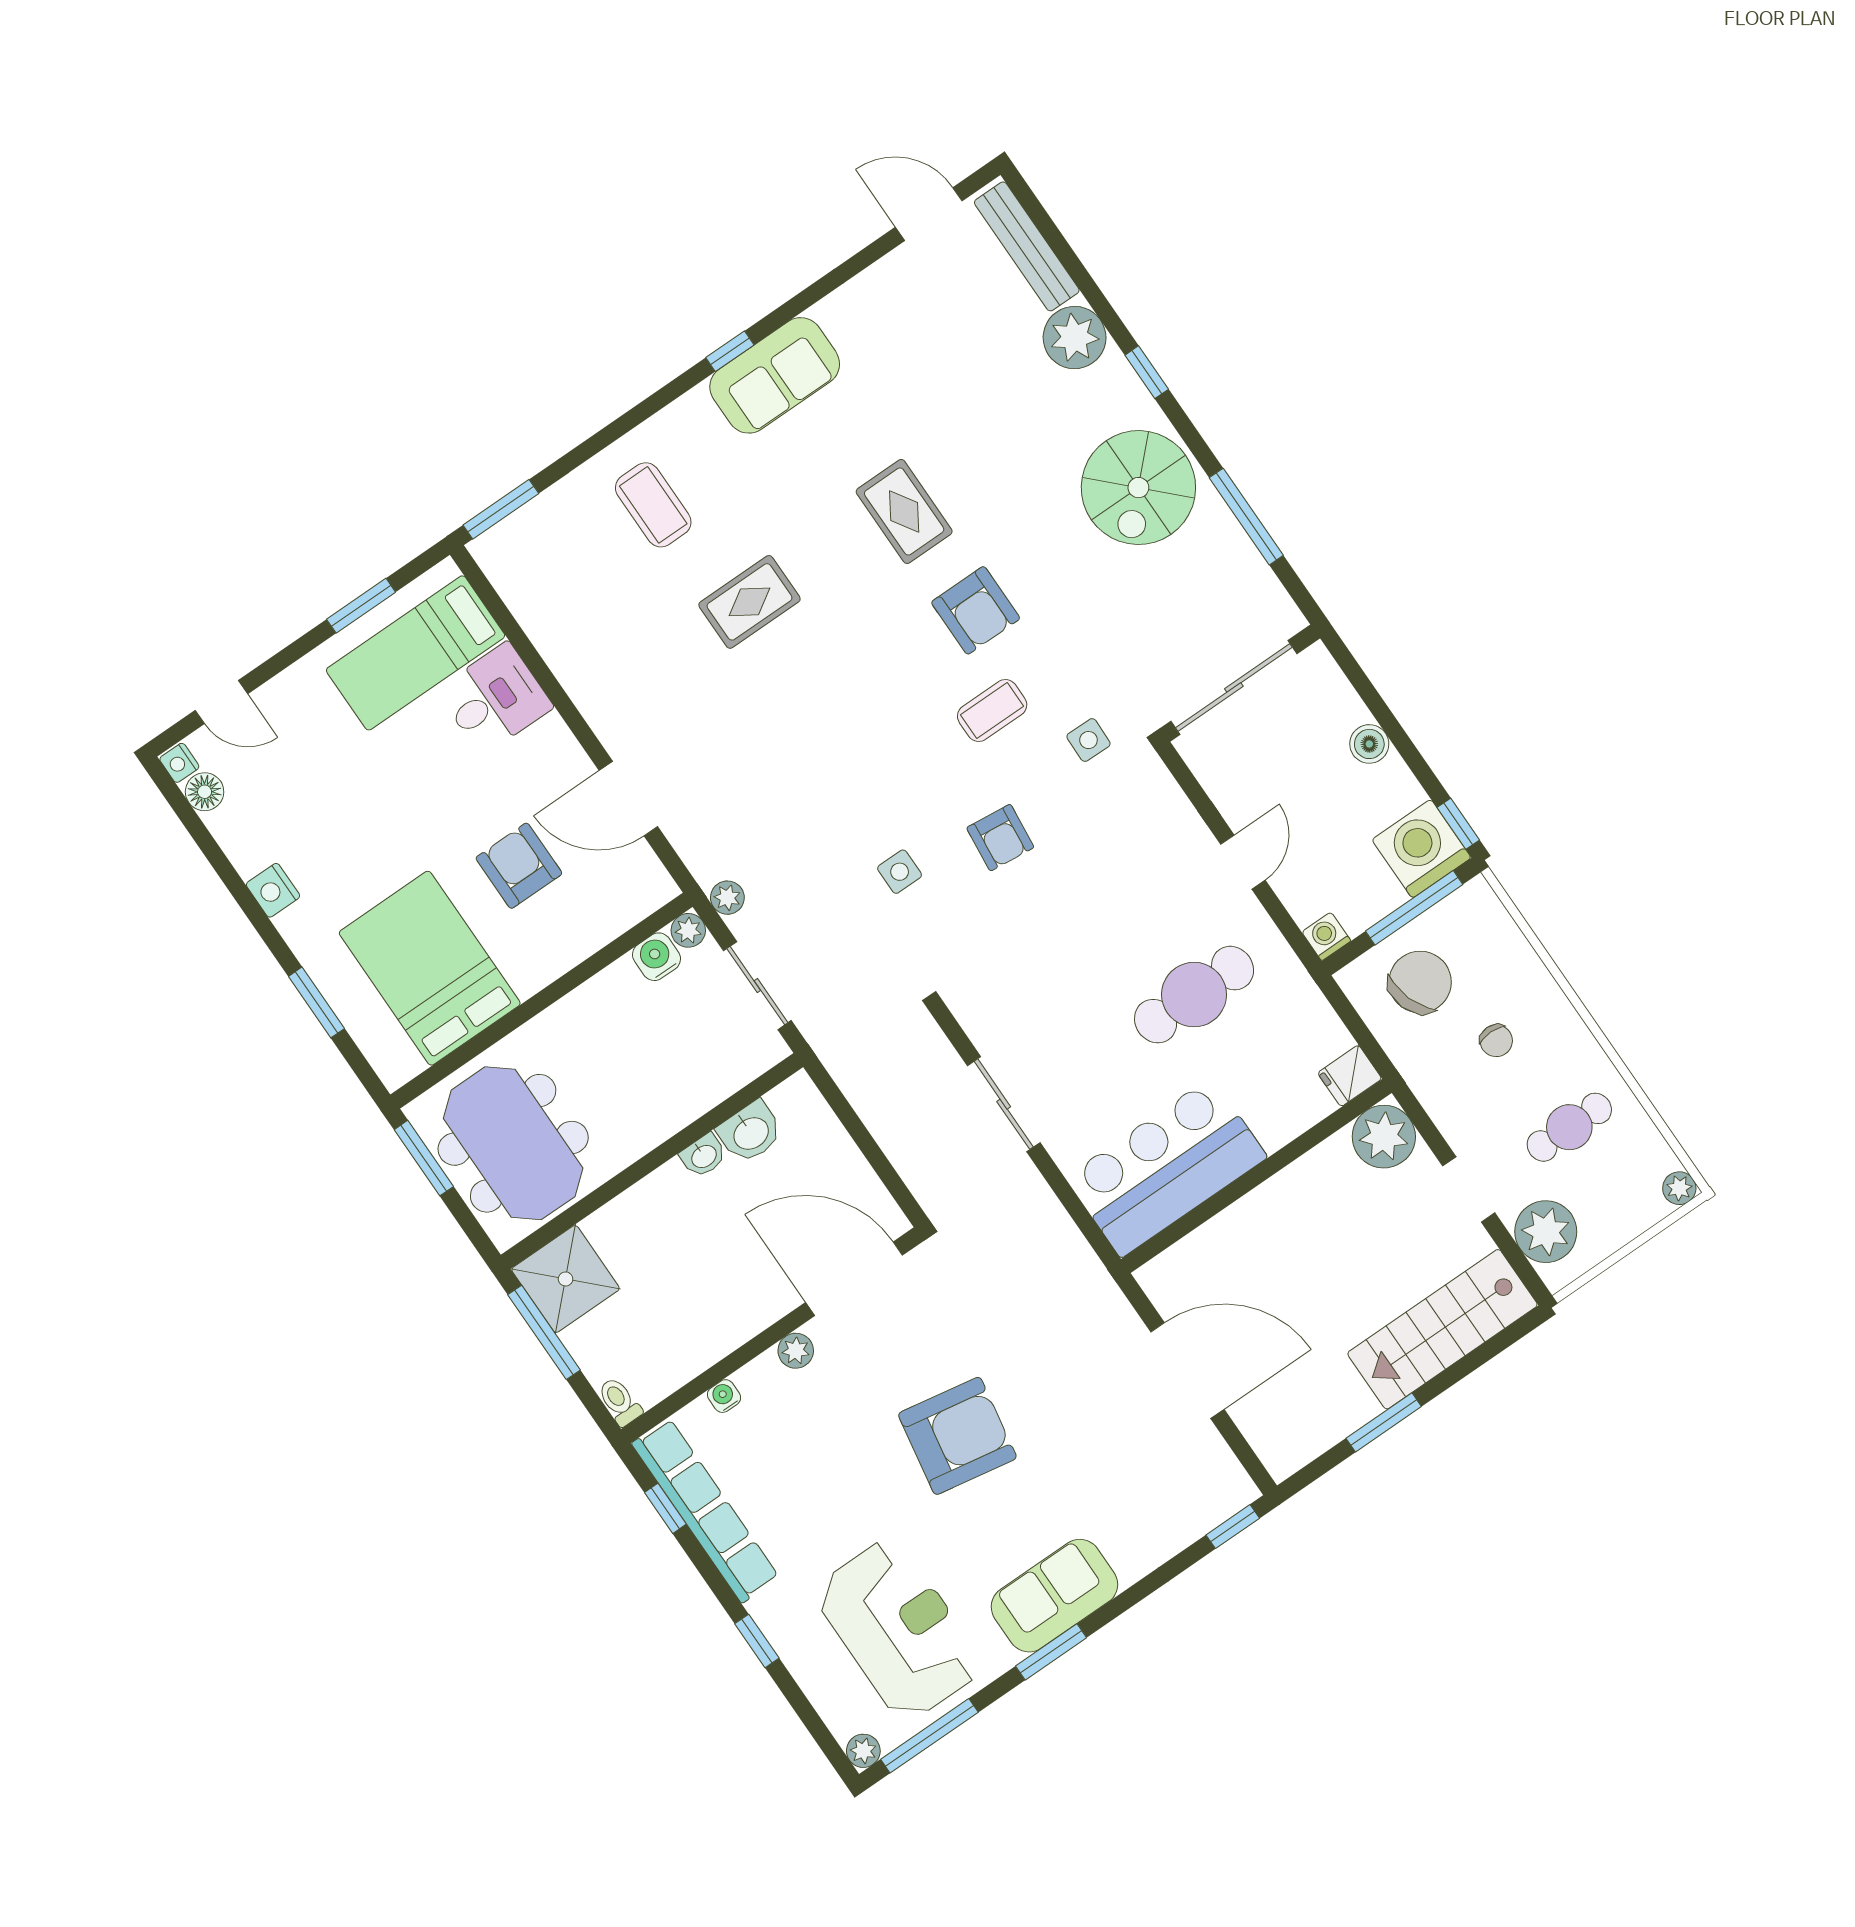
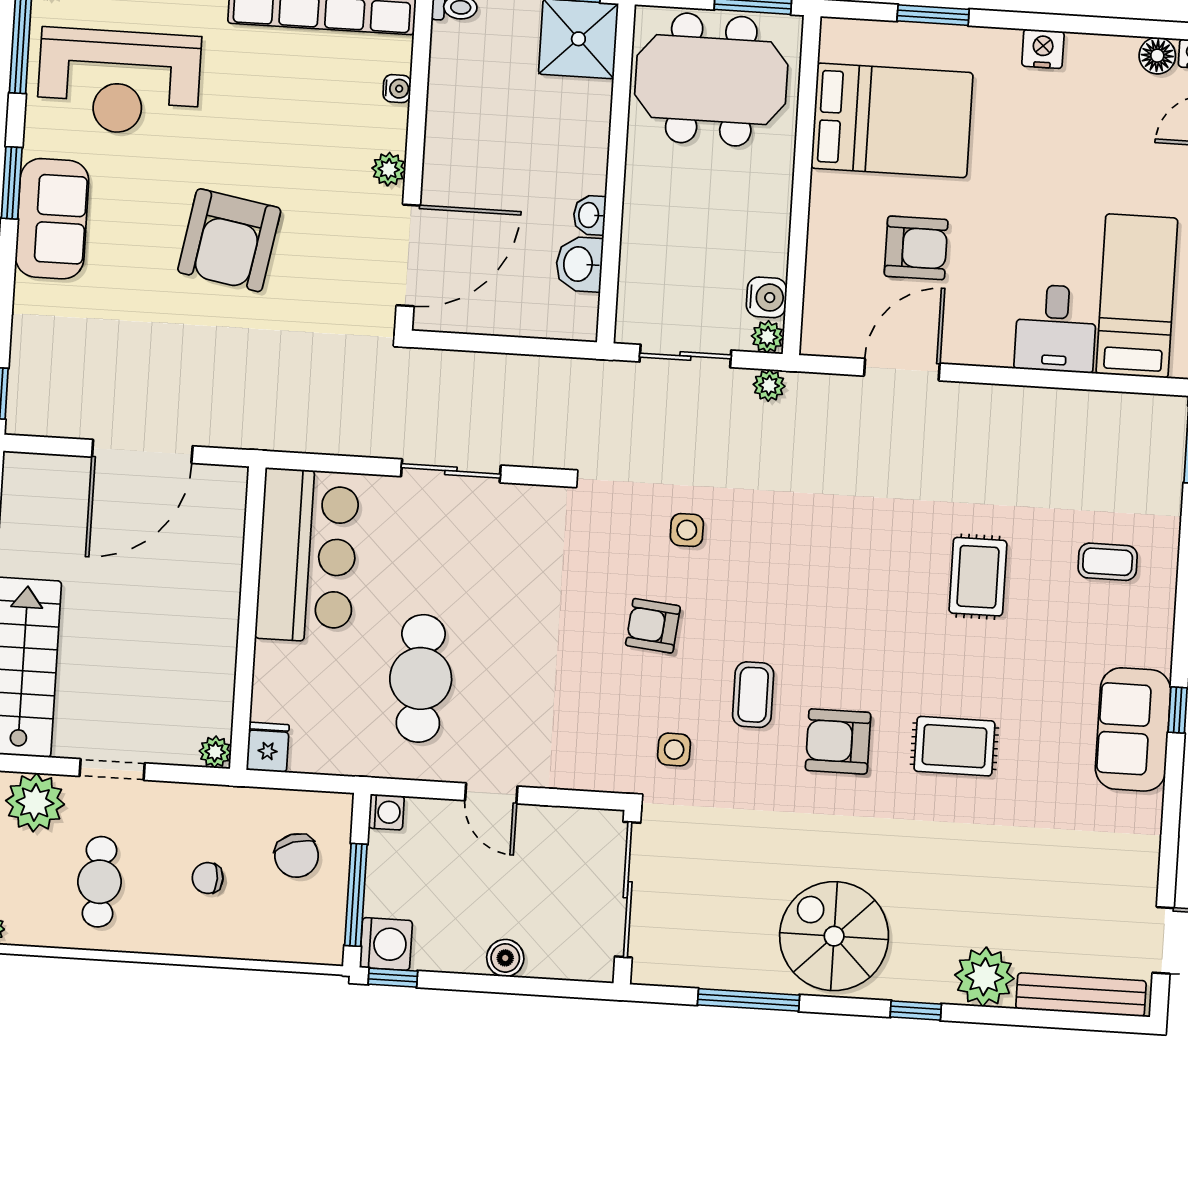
coffee table: (653, 505) -> (1108, 562), width x0.73, depth x0.77
washing machine: (1421, 849) -> (386, 944), width x0.73, depth x0.73
chair: (1420, 982) -> (297, 856), width x0.73, depth x0.73
plant: (1384, 1137) -> (215, 752), width x0.53, depth x0.53

